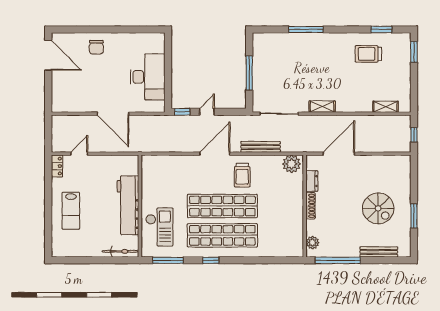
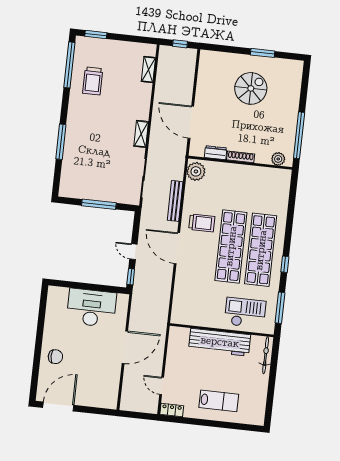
window: (381, 29) -> (69, 65), width x2.11
bench: (379, 252) -> (295, 93), removed

